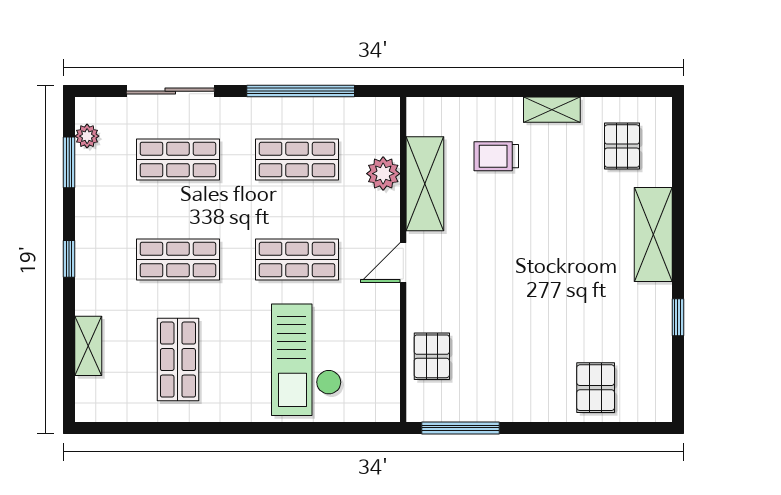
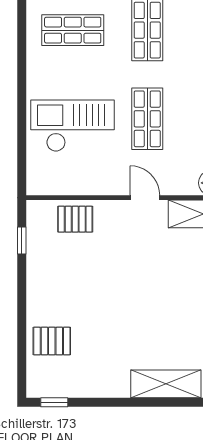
window: (678, 317) -> (54, 402), moved
window: (461, 428) -> (22, 240), width x0.46

